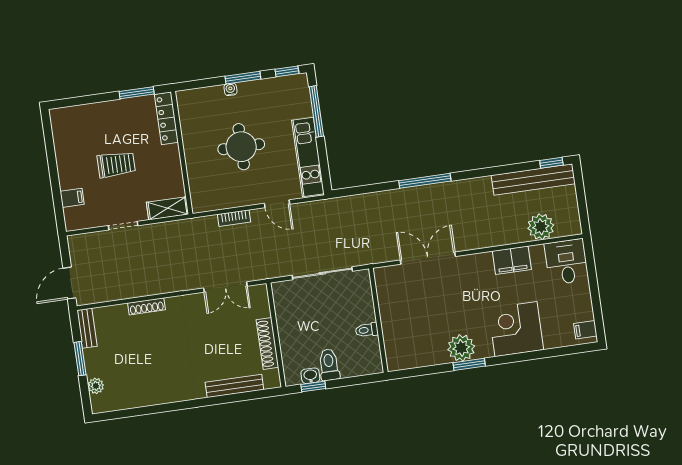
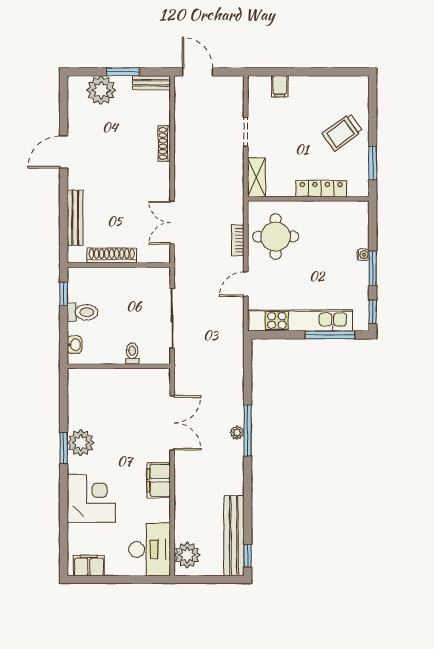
locker: (166, 118) -> (321, 189), moved
round table: (241, 147) -> (276, 237), moved
kitchen unit: (308, 157) -> (301, 321), width x1.36
trolley: (116, 164) -> (342, 132), moved, turned 54
plant: (428, 191) -> (237, 433), added
plant: (541, 227) -> (187, 555), moved
filing cabinet: (512, 260) -> (159, 480), moved
desk: (566, 262) -> (150, 549), width x1.37
toilet: (367, 330) -> (132, 354), moved
filing cabinet: (585, 330) -> (89, 566), width x2.00
washbasin: (310, 376) -> (74, 345), moved
plant: (96, 386) -> (101, 90), width x1.88, depth x1.88
door: (170, 407) -> (64, 152), added

